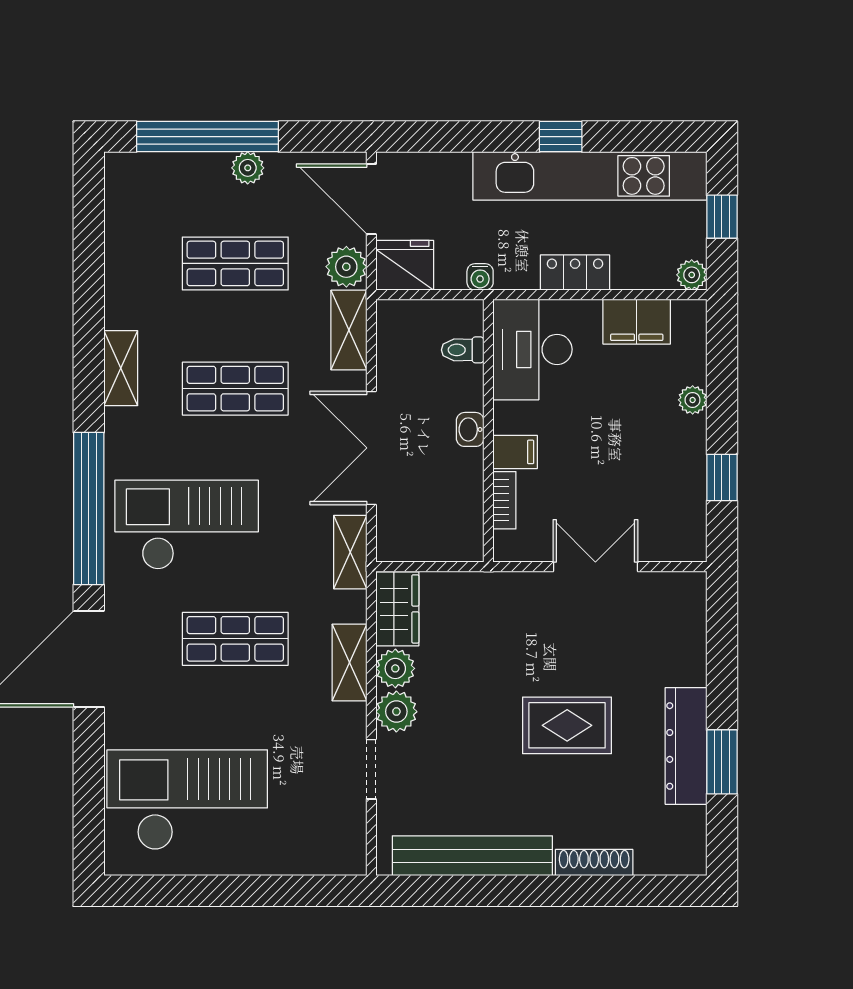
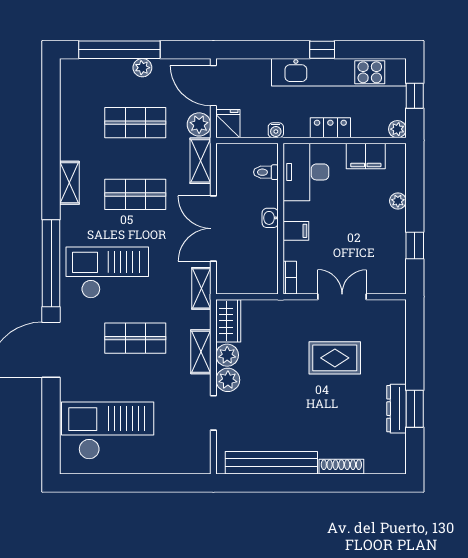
fridge: (405, 265) -> (228, 124), width x0.72
bookcase: (504, 500) -> (290, 278), moved
rug: (567, 725) -> (335, 358), moved
dresser: (686, 746) -> (396, 409), width x0.73, depth x0.80

